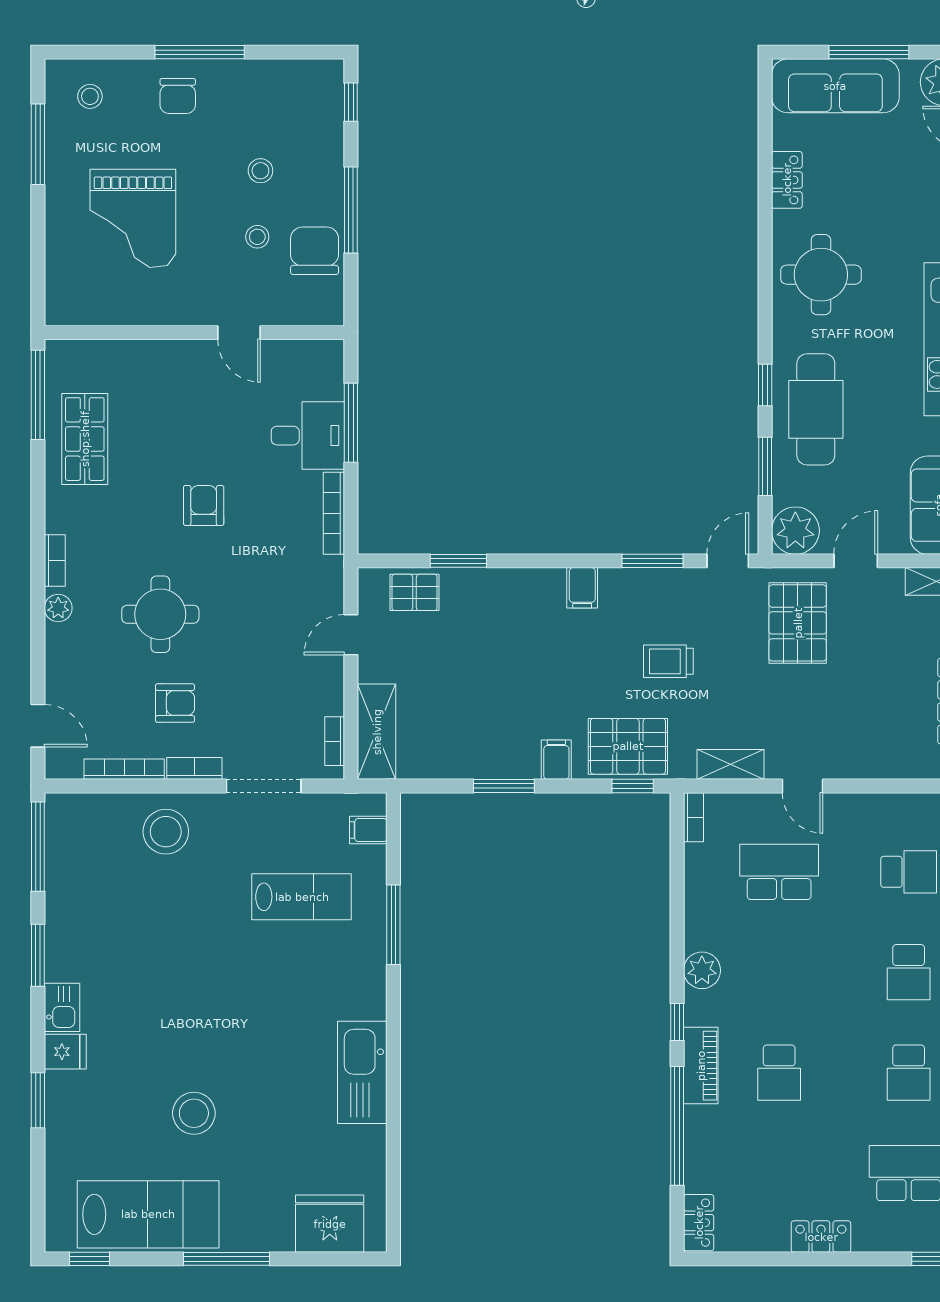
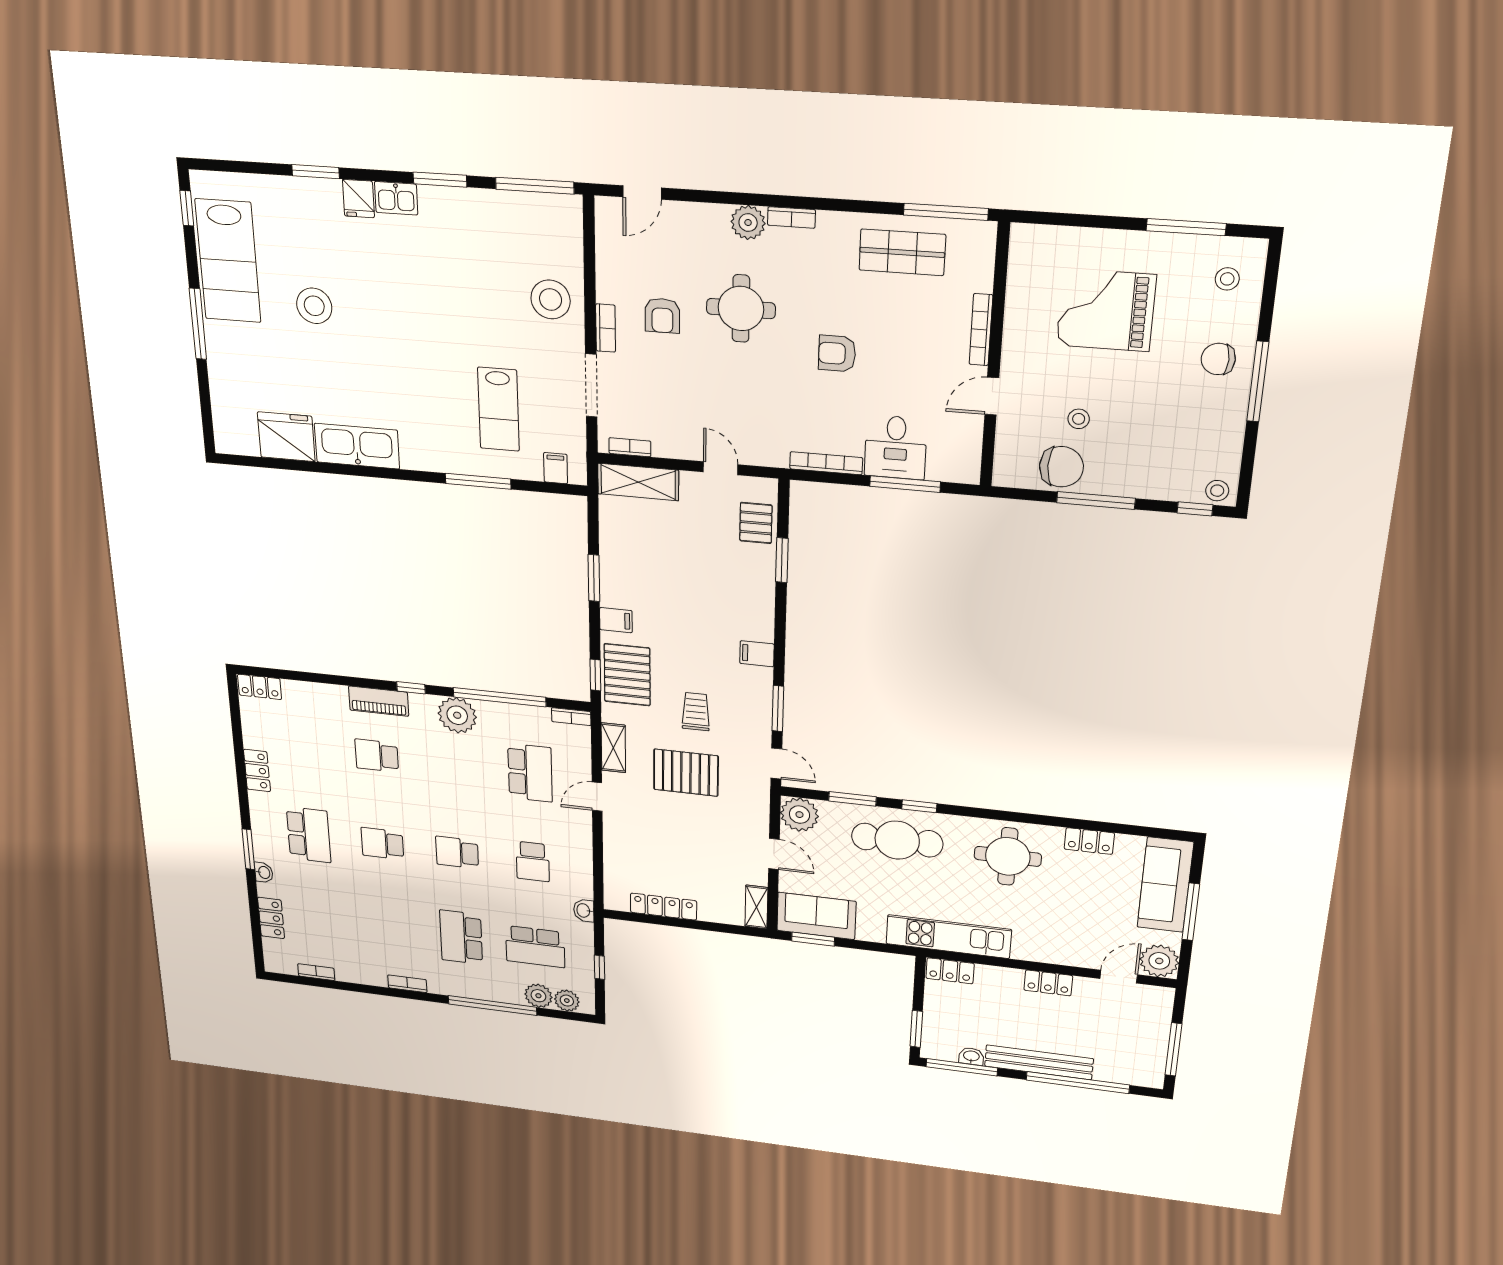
stool: (260, 171) -> (1217, 491), moved
armchair: (204, 505) -> (837, 353), turned 180
plant: (58, 608) -> (748, 223), width x1.38, depth x1.38
pallet: (798, 623) -> (686, 773), moved
bookcase: (124, 769) -> (981, 330), moved, turned 180
plant: (702, 970) -> (457, 715), width x1.36, depth x1.36
window: (677, 1126) -> (500, 697), moved
fridge: (330, 1224) -> (286, 437), moved, turned -90

